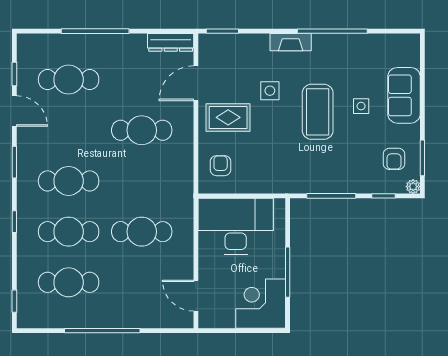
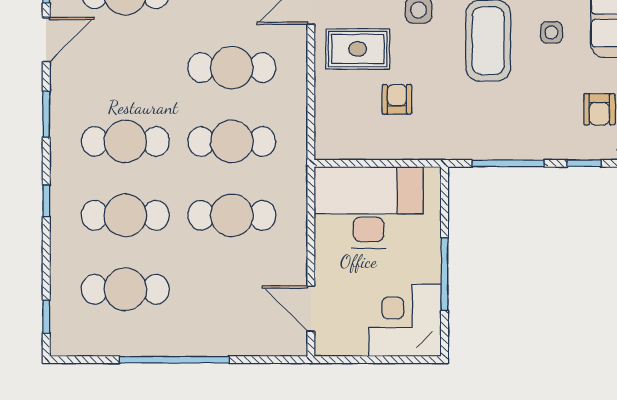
door: (14, 111) -> (46, 40), hinge flipped
armchair: (221, 166) -> (397, 99), moved
cafe table: (142, 181) -> (232, 141), added

